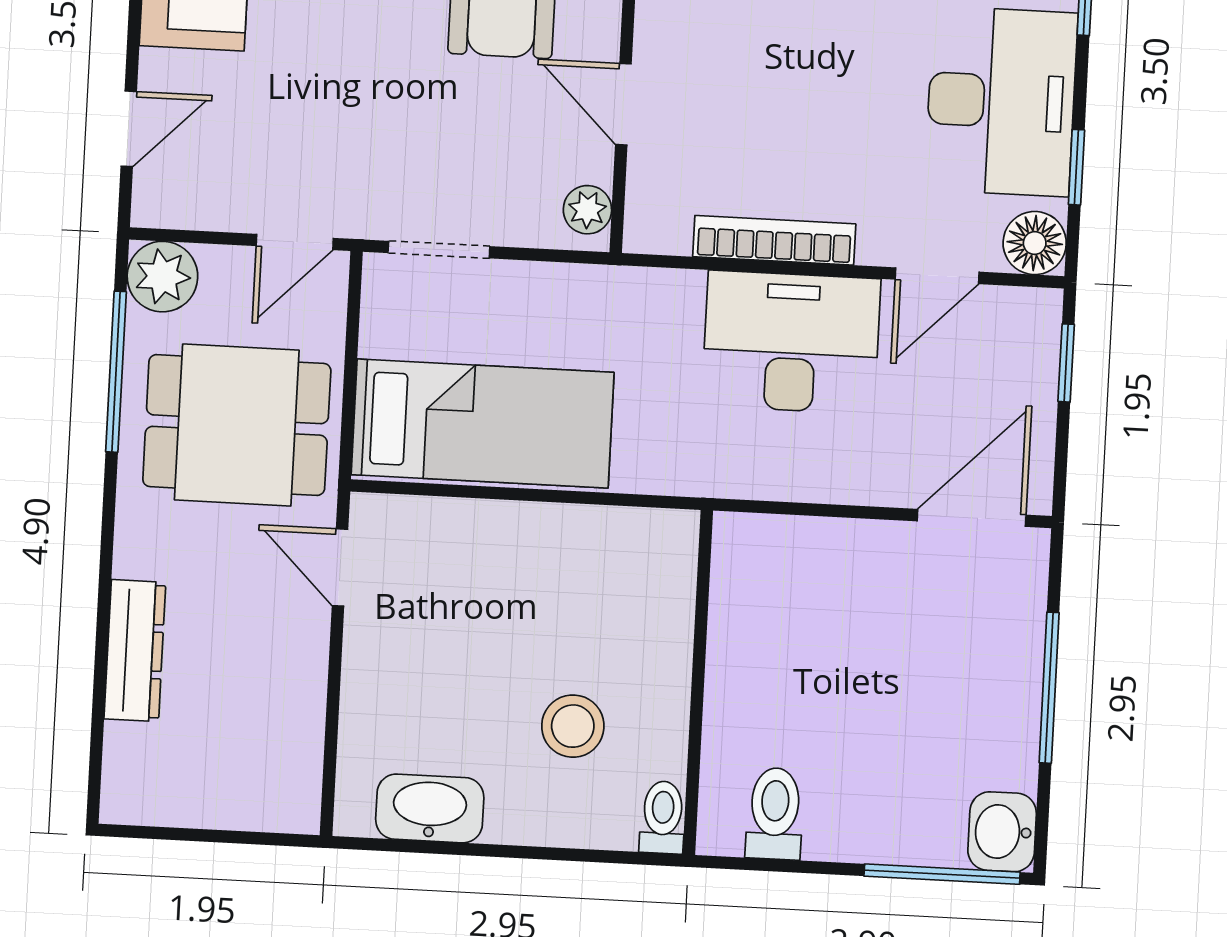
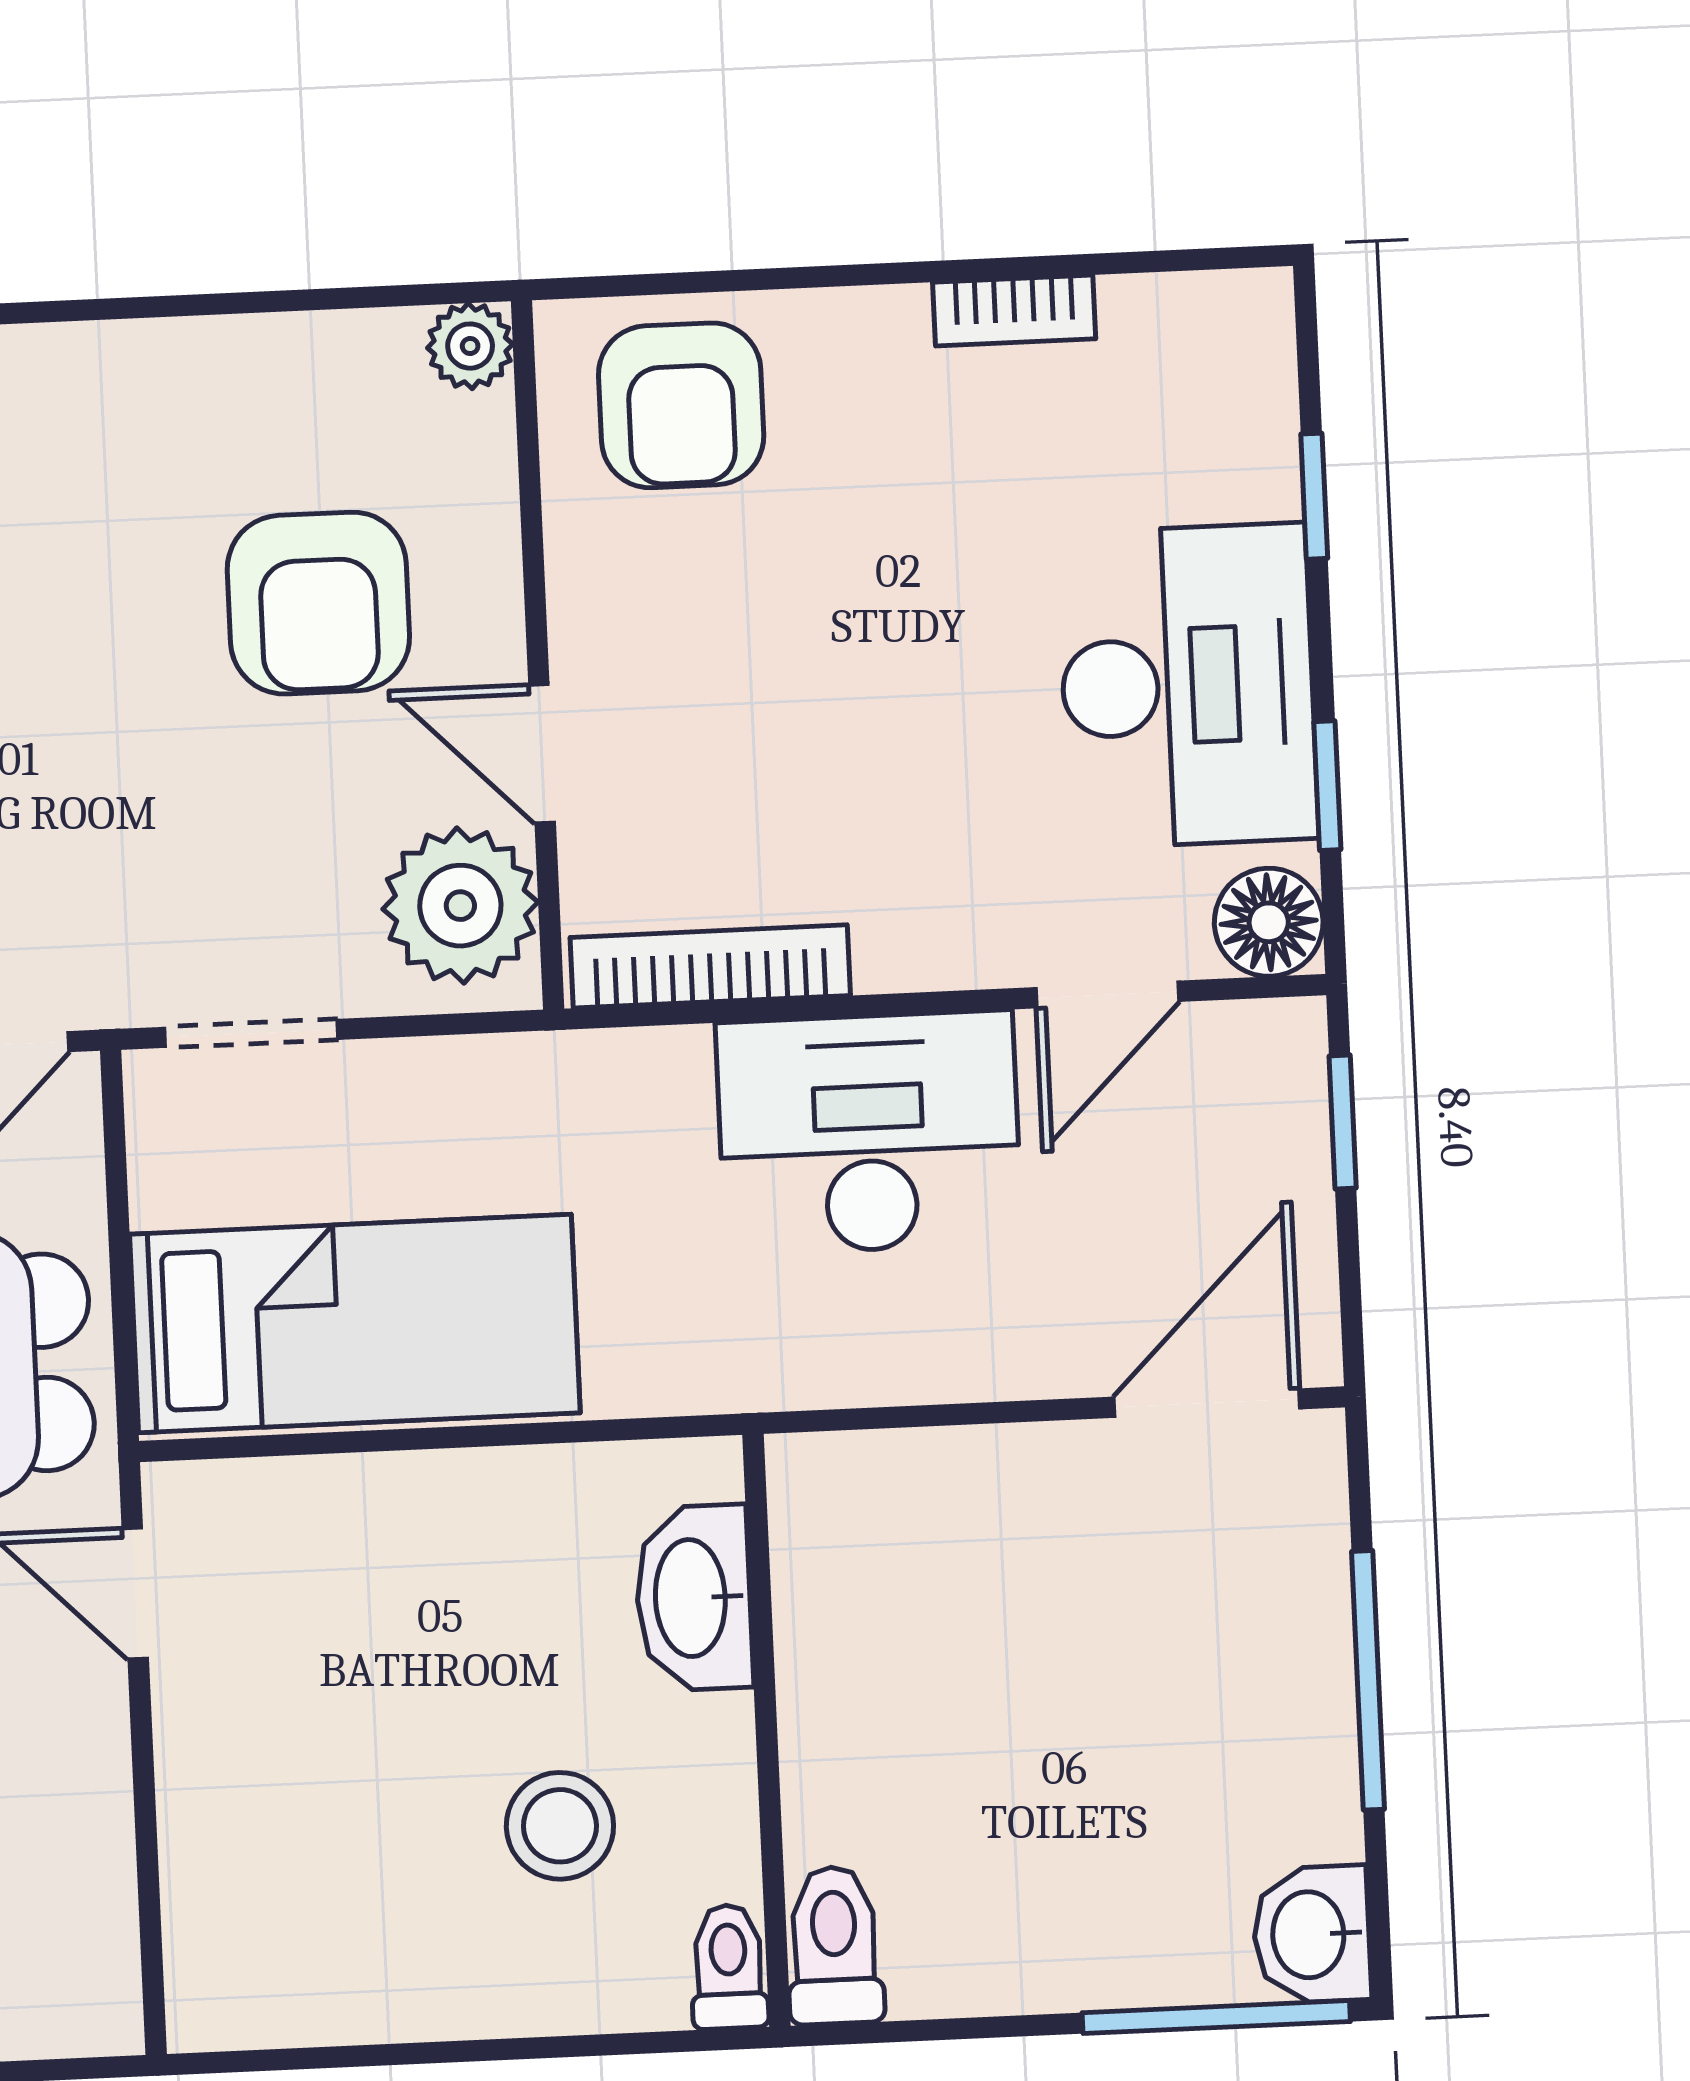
plant: (587, 210) -> (460, 906), width x1.88, depth x1.88
bookcase: (774, 240) -> (710, 966), moved
washbasin: (430, 808) -> (694, 1598), moved, turned -90
toilet: (775, 814) -> (834, 1945), moved

